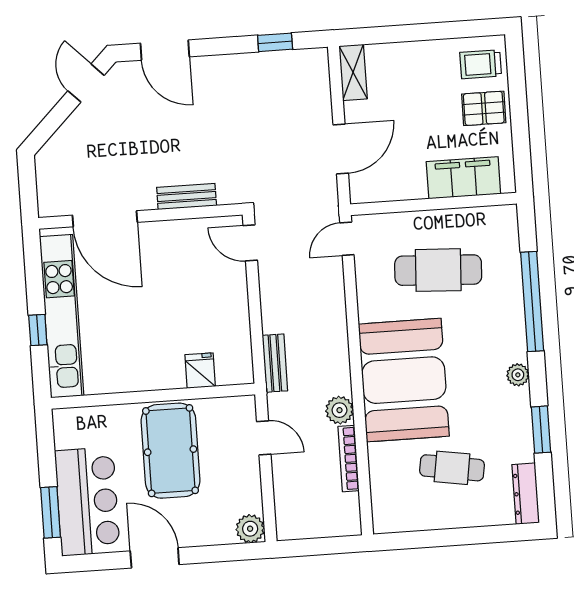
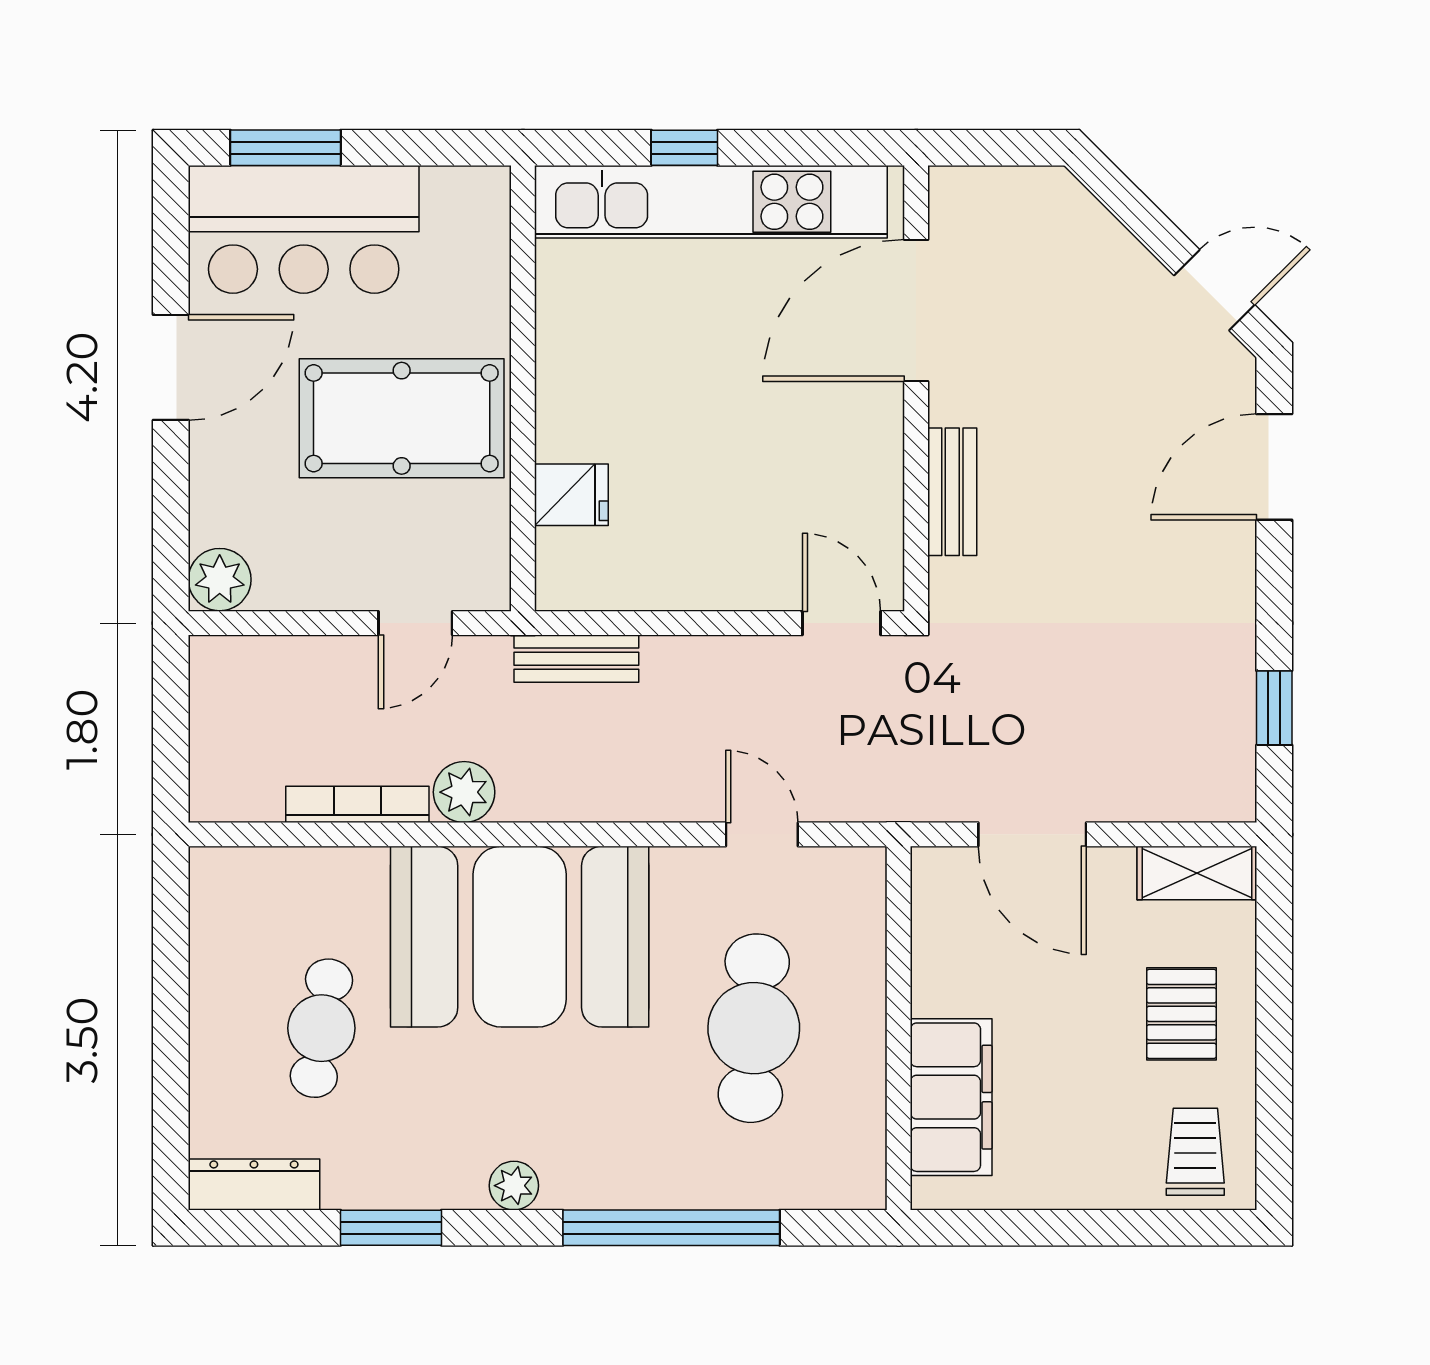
pallet: (484, 108) -> (1181, 1014), moved
door: (347, 239) -> (762, 834), moved
door: (250, 243) -> (841, 623), hinge flipped

